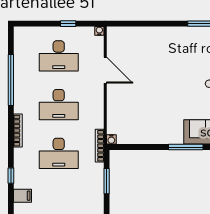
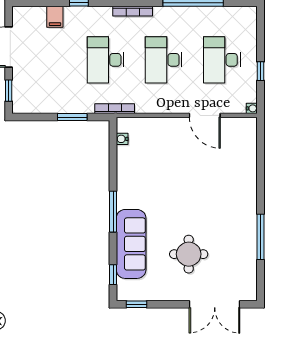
door: (105, 70) -> (205, 115), hinge flipped
water cooler: (111, 139) -> (122, 139), moved

